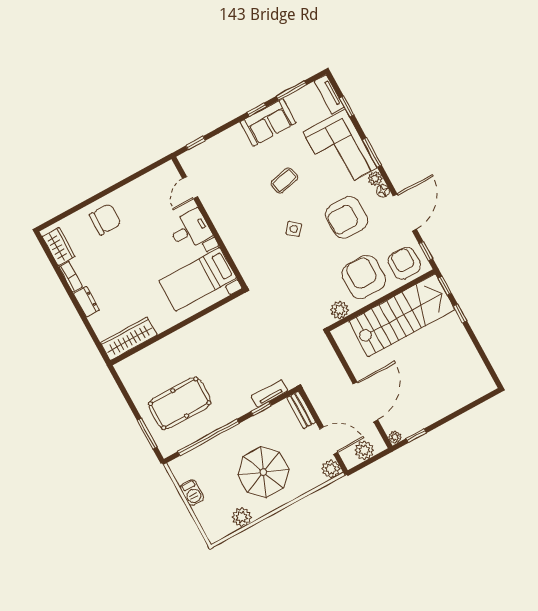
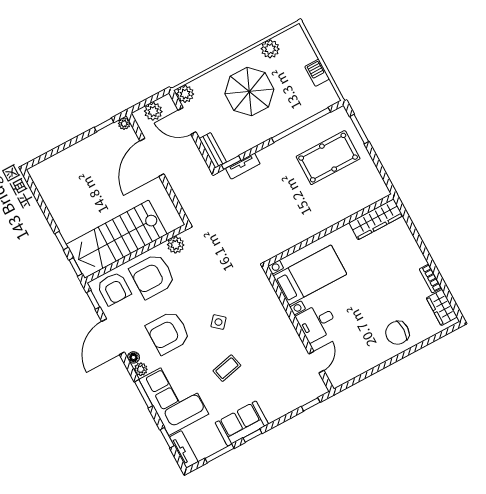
armchair: (347, 217) -> (168, 333), turned 180
armchair: (364, 277) -> (152, 276), turned 90
dresser: (86, 302) -> (416, 255), removed
window: (261, 409) -> (231, 163), moved

